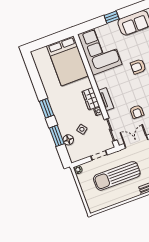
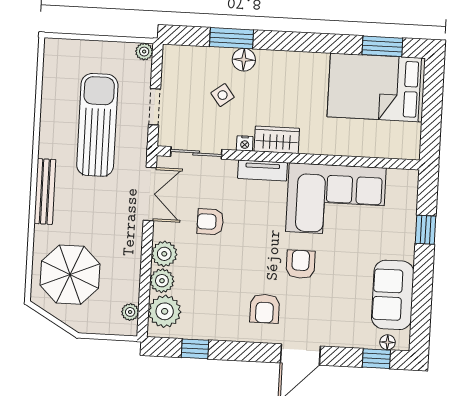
window: (112, 17) -> (425, 230), moved
corner sofa: (100, 49) -> (336, 200), moved
bed: (67, 61) -> (376, 87), moved
window: (47, 108) -> (382, 46), moved
floor lamp: (68, 140) -> (244, 60), moved

